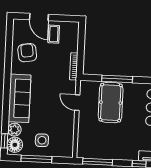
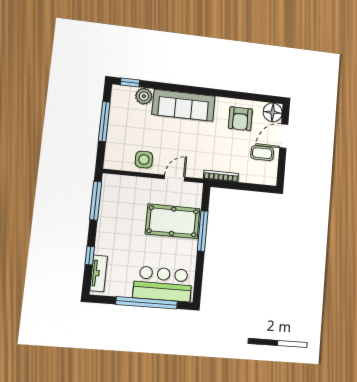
armchair: (27, 53) -> (240, 119), turned 99
side table: (42, 140) -> (144, 160), moved
floor lamp: (15, 145) -> (273, 112), moved

